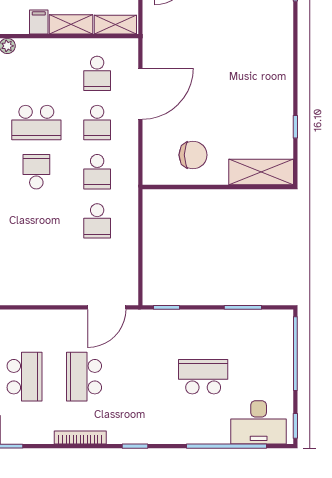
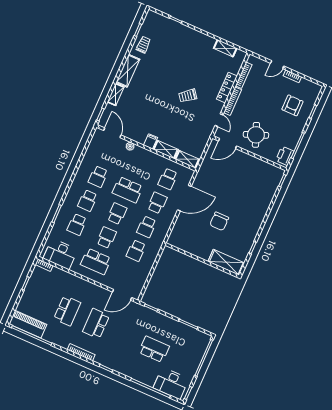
school desk: (97, 123) -> (157, 203), turned 180
chair: (193, 155) -> (219, 221), moved, turned 90
school desk: (36, 221) -> (106, 238), added
school desk: (36, 270) -> (96, 261), added

